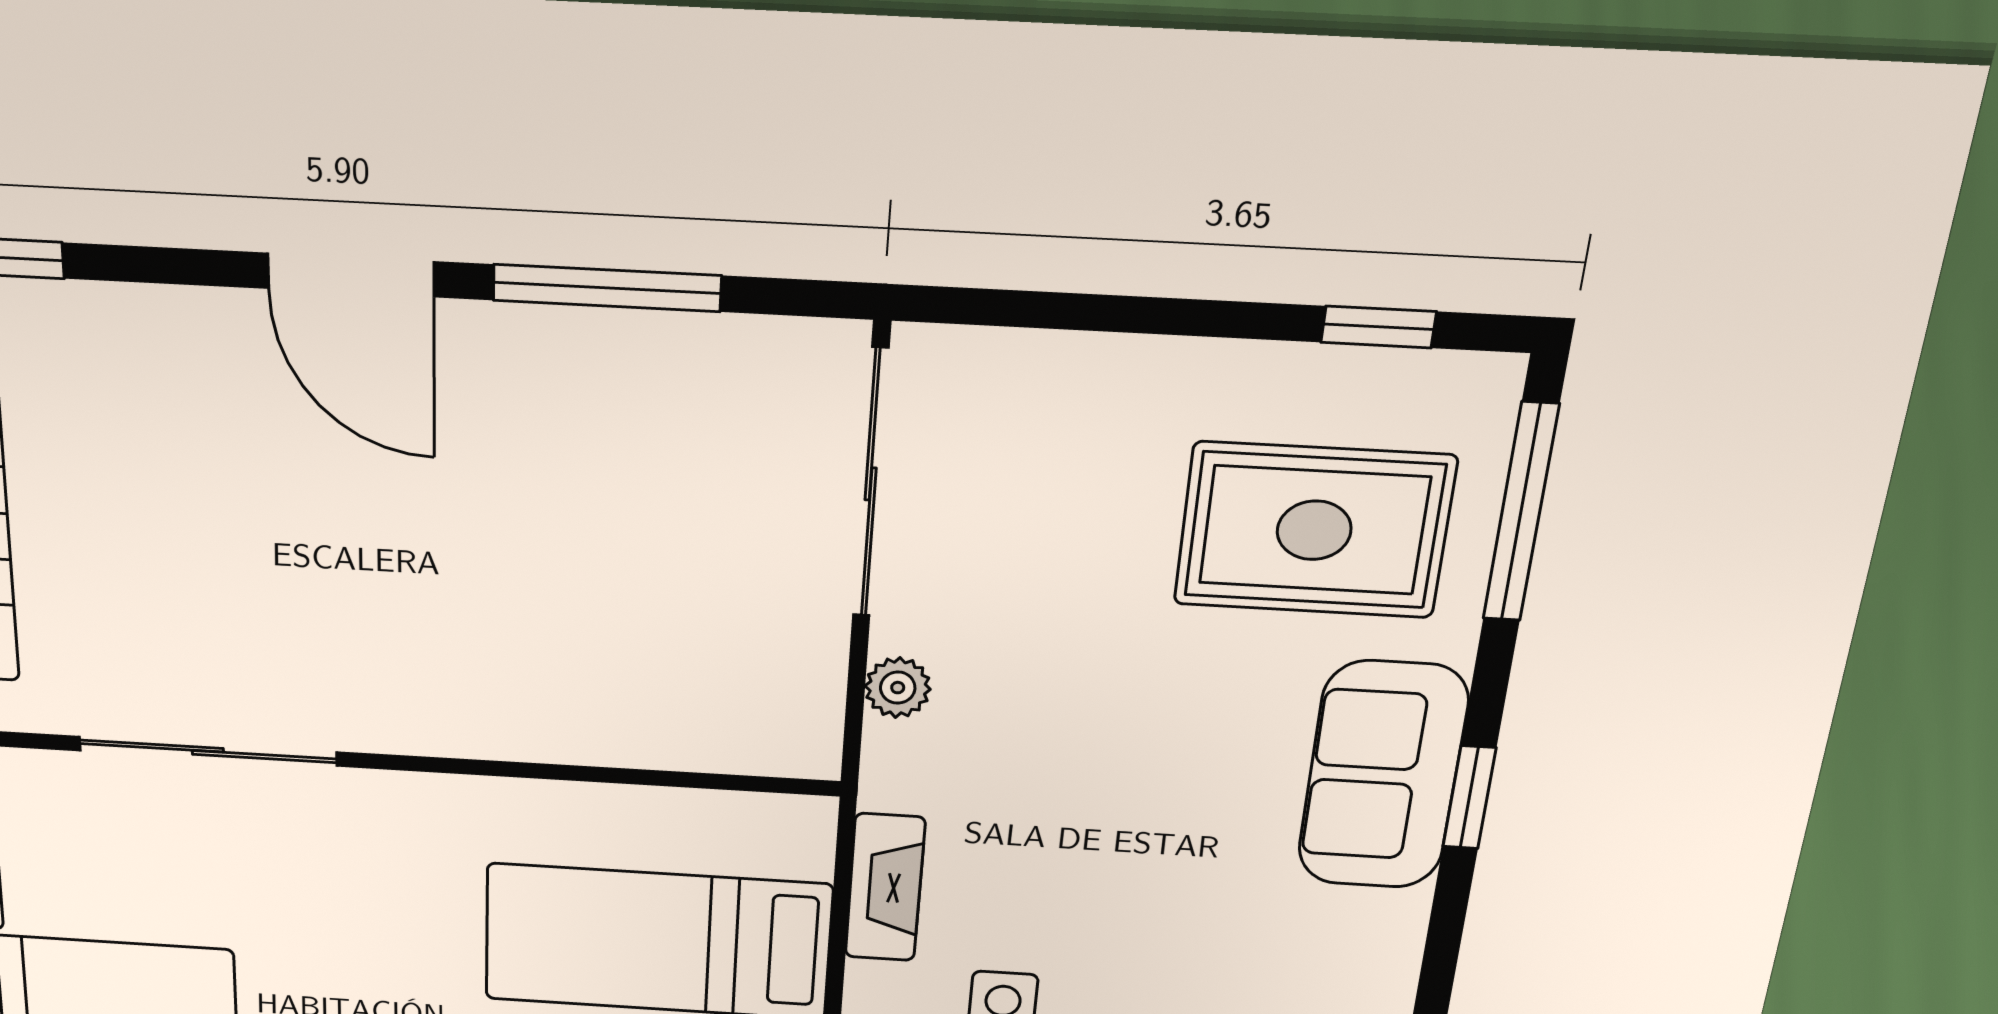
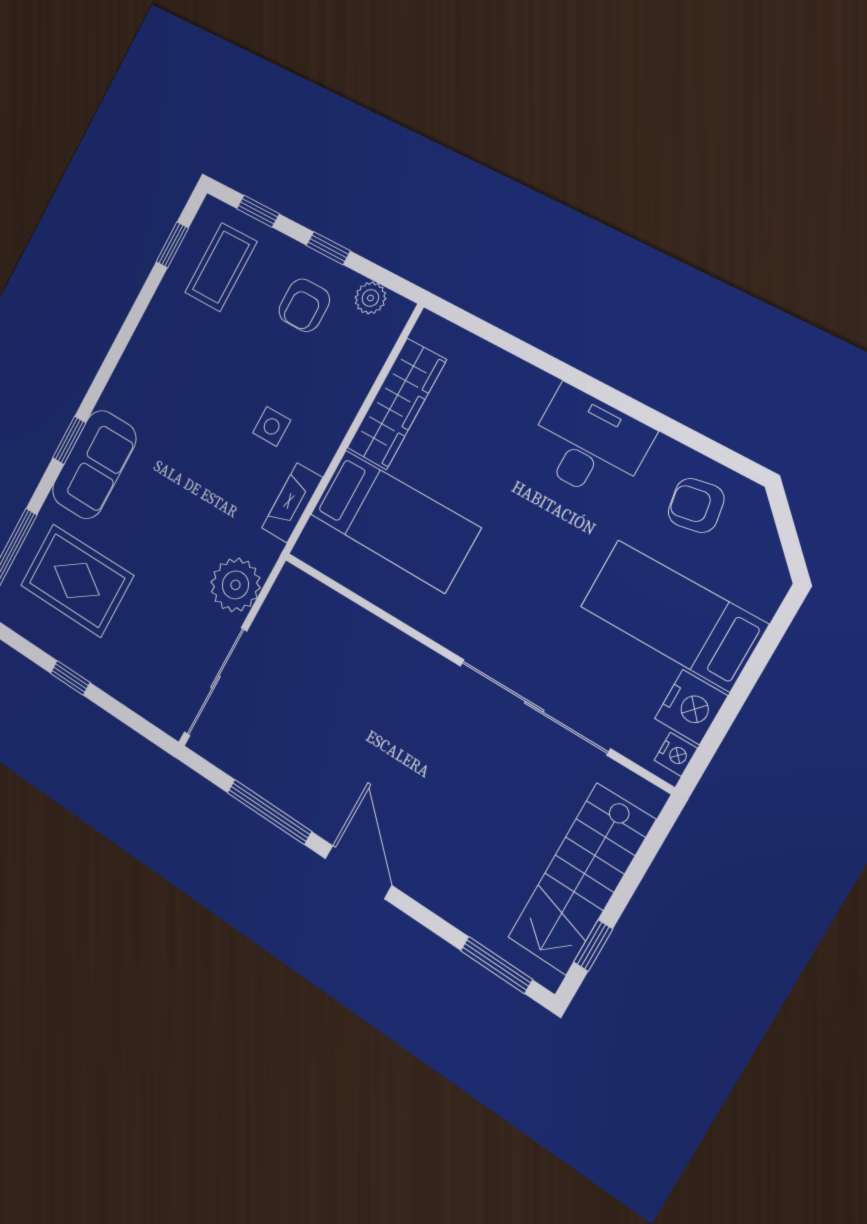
window: (1379, 327) -> (70, 678), moved
plant: (898, 688) -> (235, 585), width x1.87, depth x1.87
sliding door: (208, 751) -> (534, 707), width x1.36

